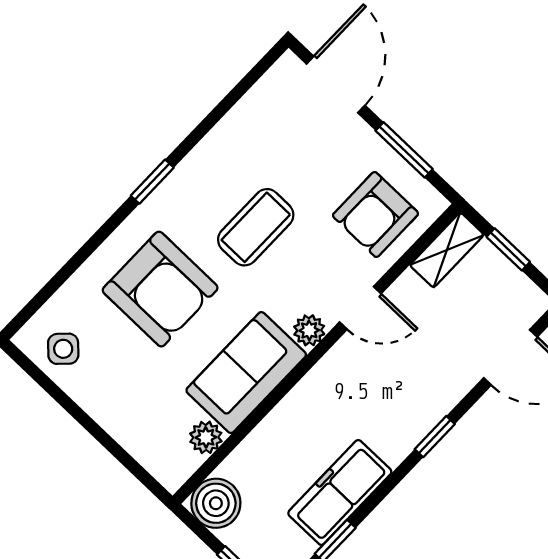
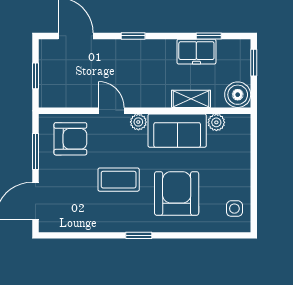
shelving: (447, 250) -> (191, 99), moved
side table: (63, 349) -> (234, 209), turned 45
freezer: (340, 493) -> (196, 52), width x0.71

